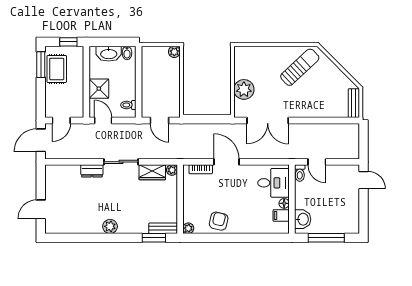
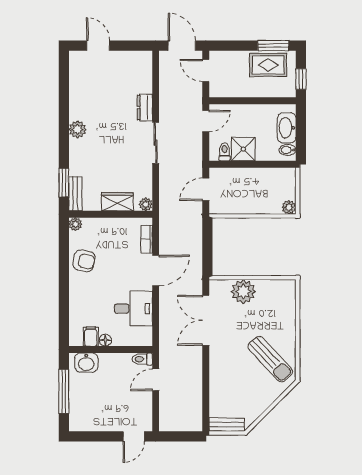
shower: (99, 89) -> (243, 149), moved
wardrobe: (152, 172) -> (117, 202), moved, turned 90
desk: (273, 183) -> (133, 309), moved, turned -90

